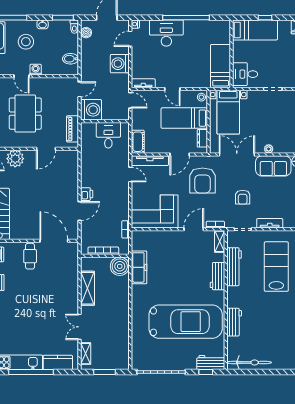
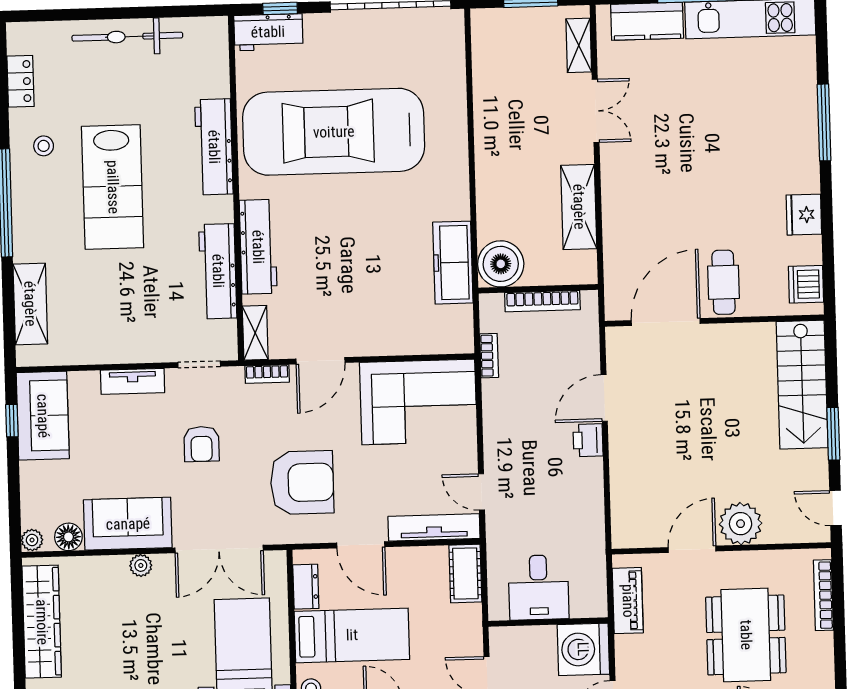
door: (180, 155) -> (361, 545), swing flipped
plant: (15, 159) -> (741, 524), moved
armchair: (203, 180) -> (302, 483), turned 90
armchair: (243, 197) -> (202, 444), turned 180
door: (54, 241) -> (666, 322), swing flipped
lab bench: (276, 267) -> (113, 187), moved
workbench: (217, 276) -> (258, 247), width x1.38
workbench: (234, 322) -> (214, 147), width x1.38
bicycle: (249, 362) -> (127, 37), moved

